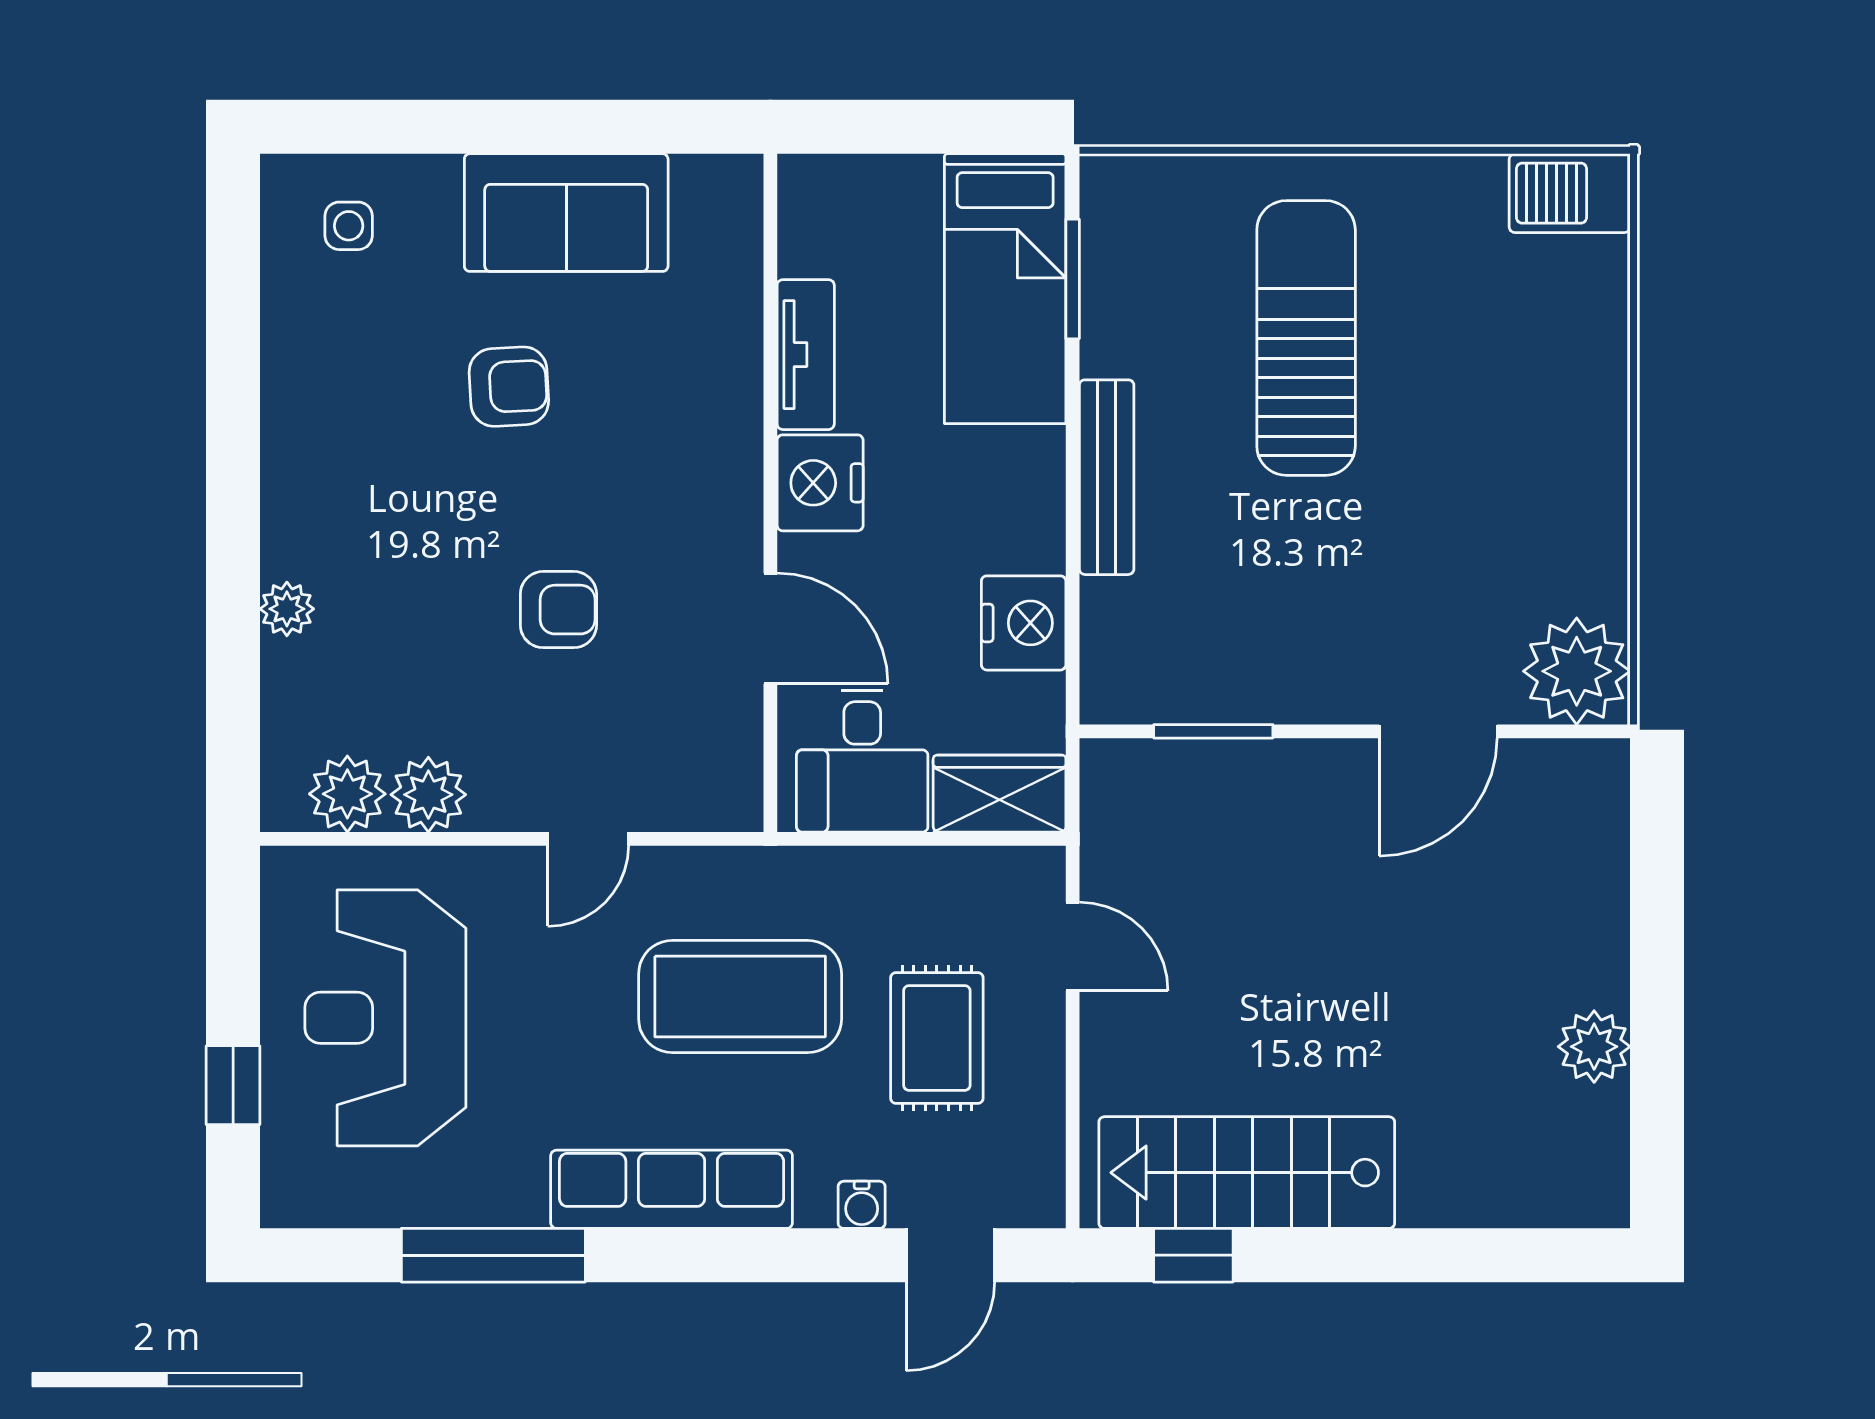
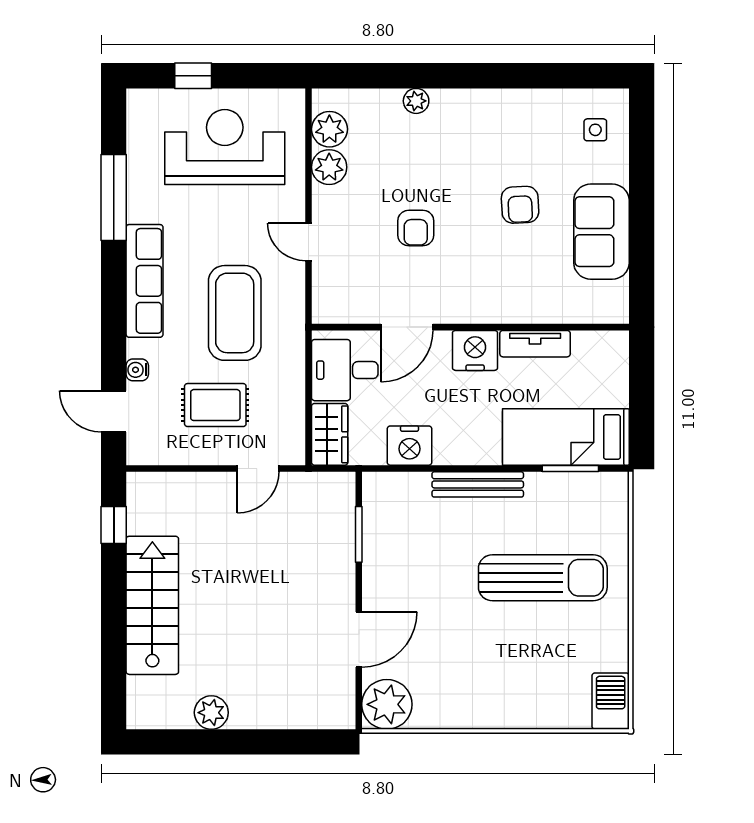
door: (1438, 731) -> (359, 640), swing flipped
stairs: (1247, 1173) -> (152, 605), moved

